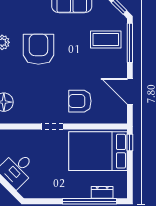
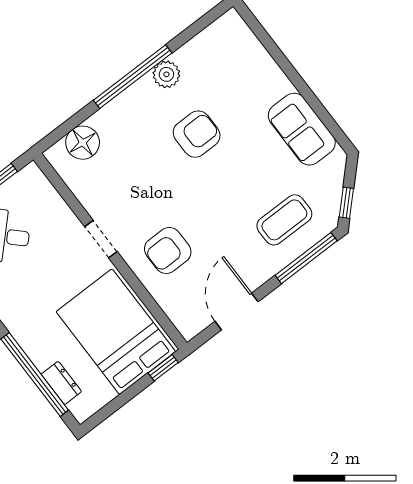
coffee table: (106, 40) -> (284, 220), turned 90
armchair: (38, 49) -> (197, 134), width x0.73, depth x0.73
armchair: (80, 101) -> (168, 250), turned -90

